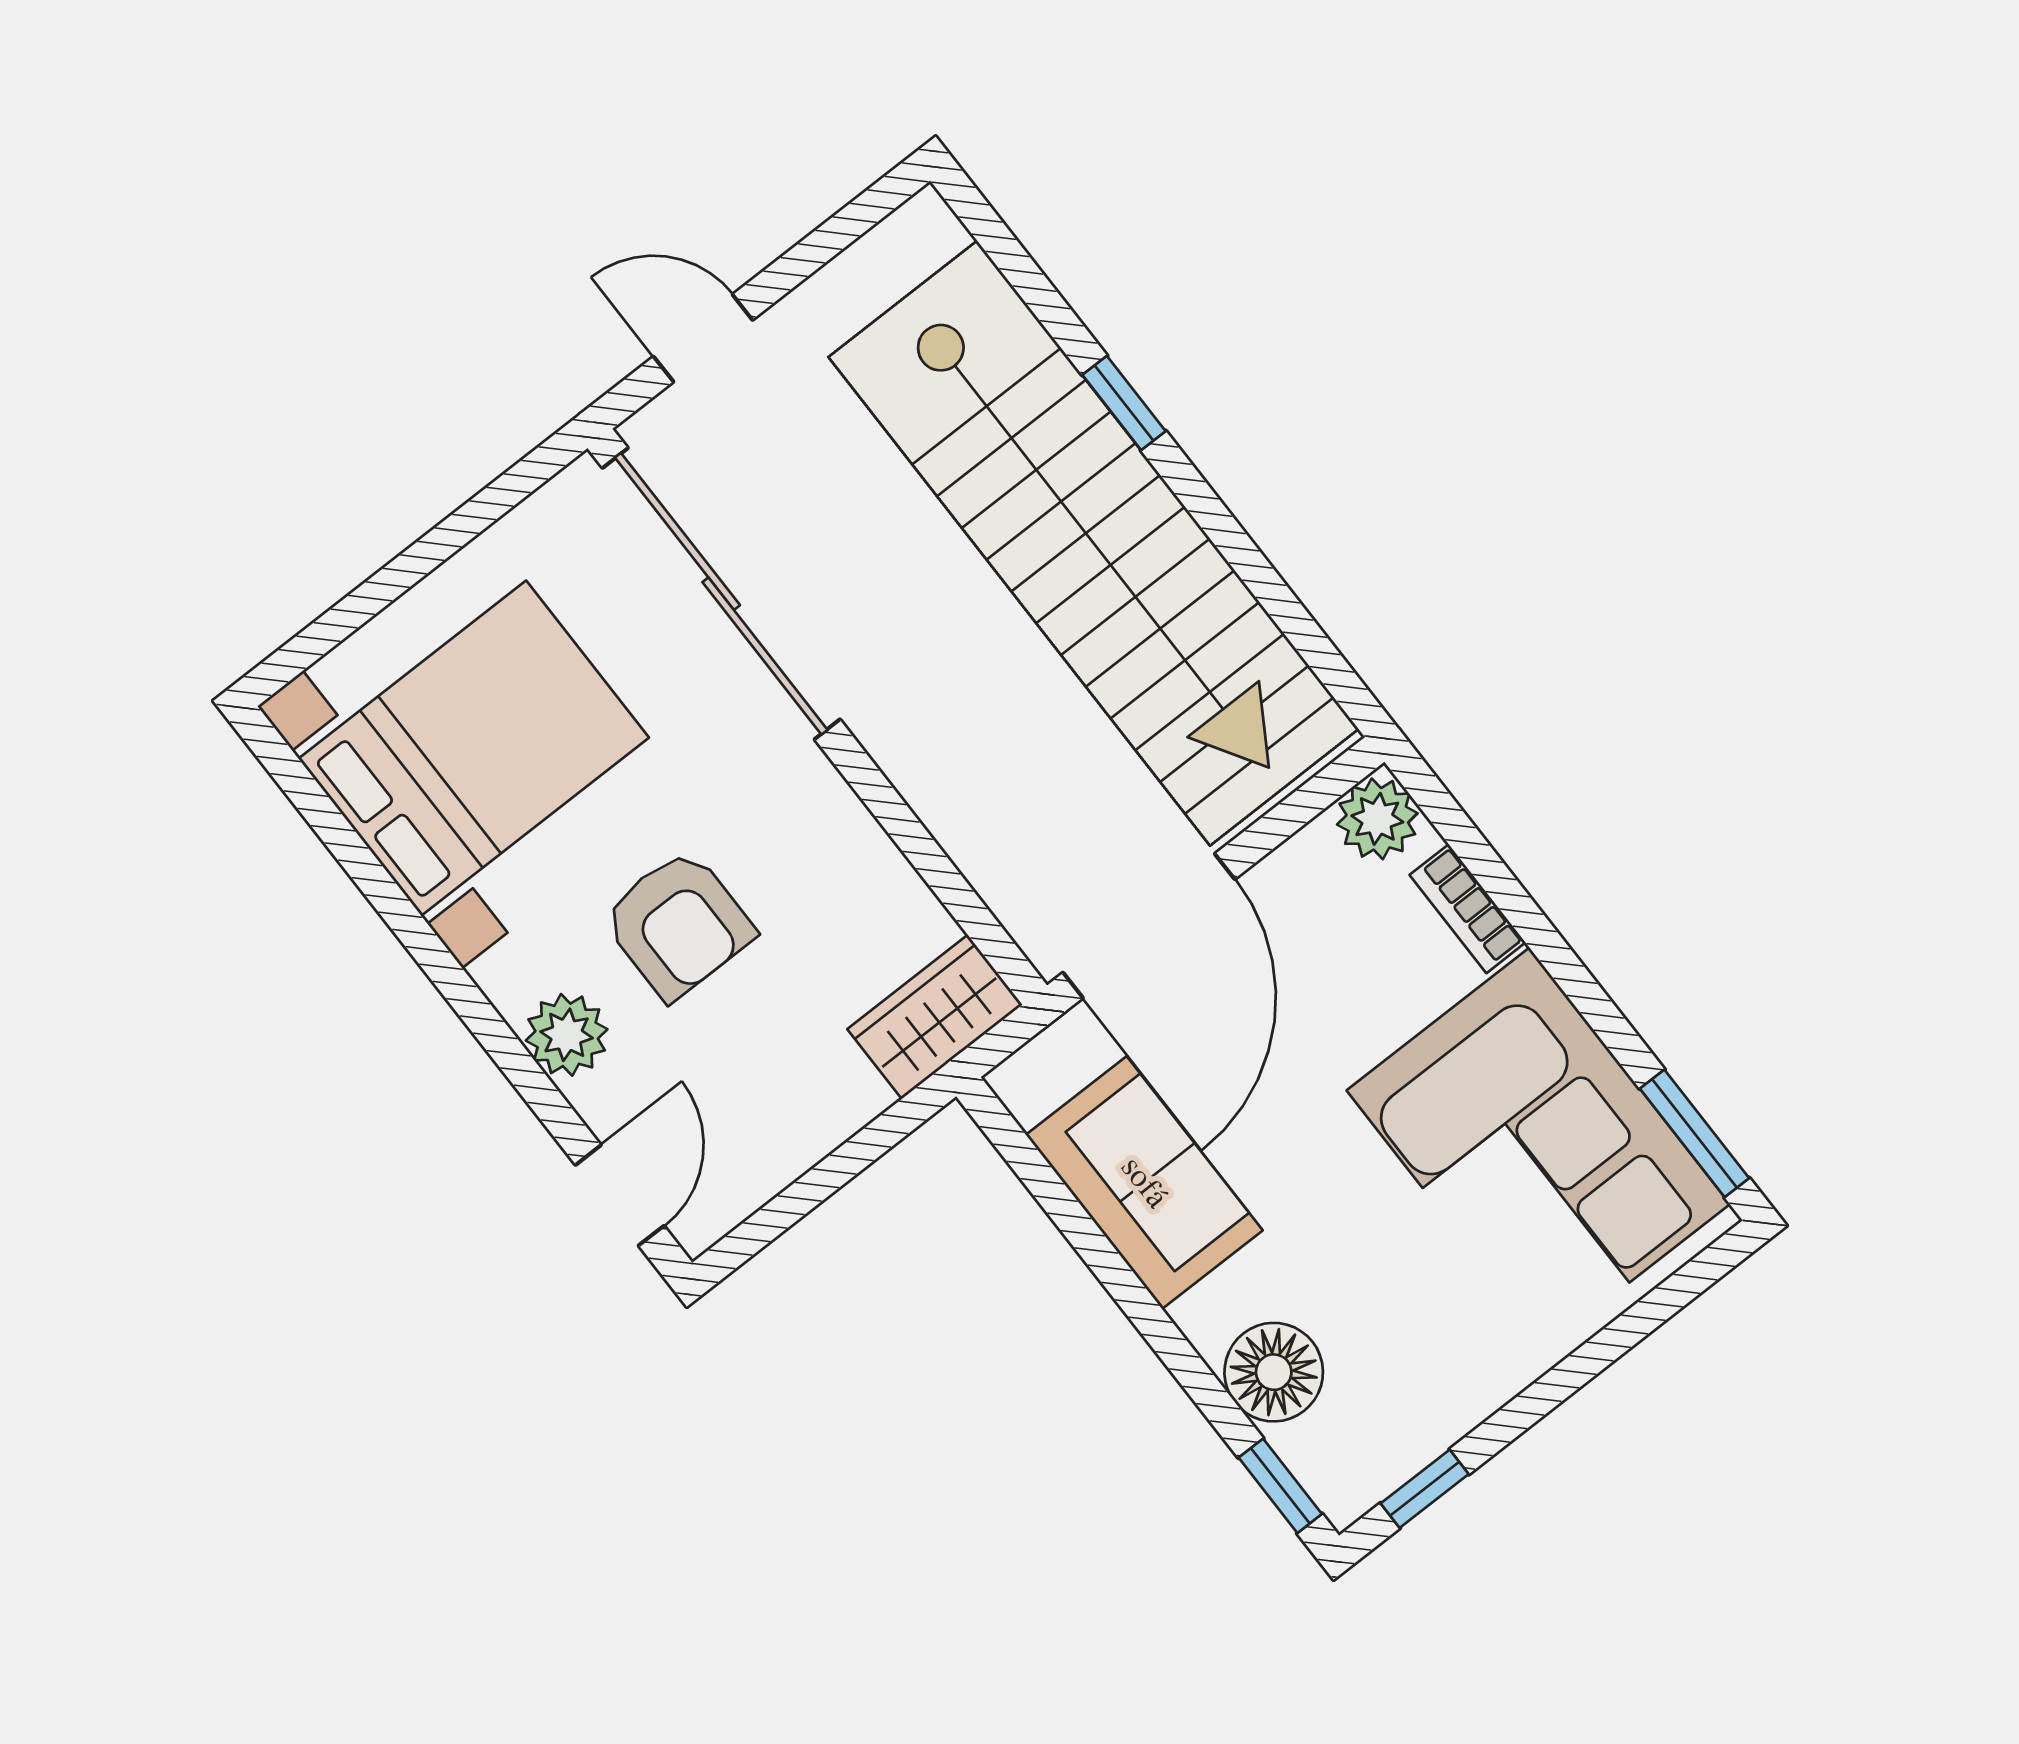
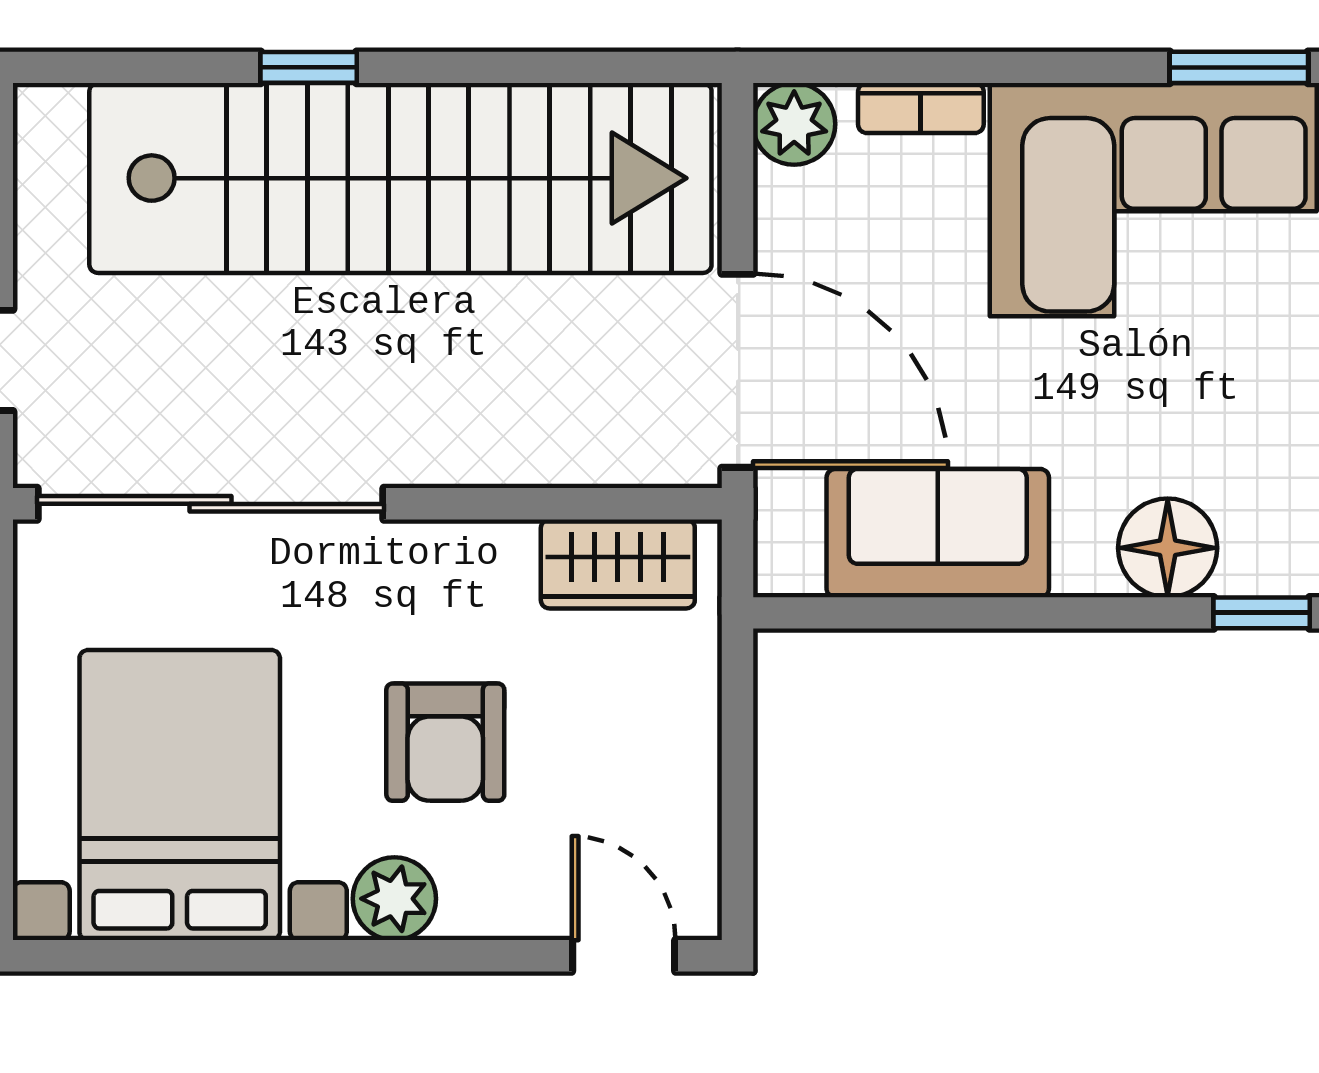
armchair: (678, 924) -> (445, 742), turned 90
wardrobe: (935, 1017) -> (618, 564), moved, turned -90
plant: (567, 1035) -> (394, 899), moved

